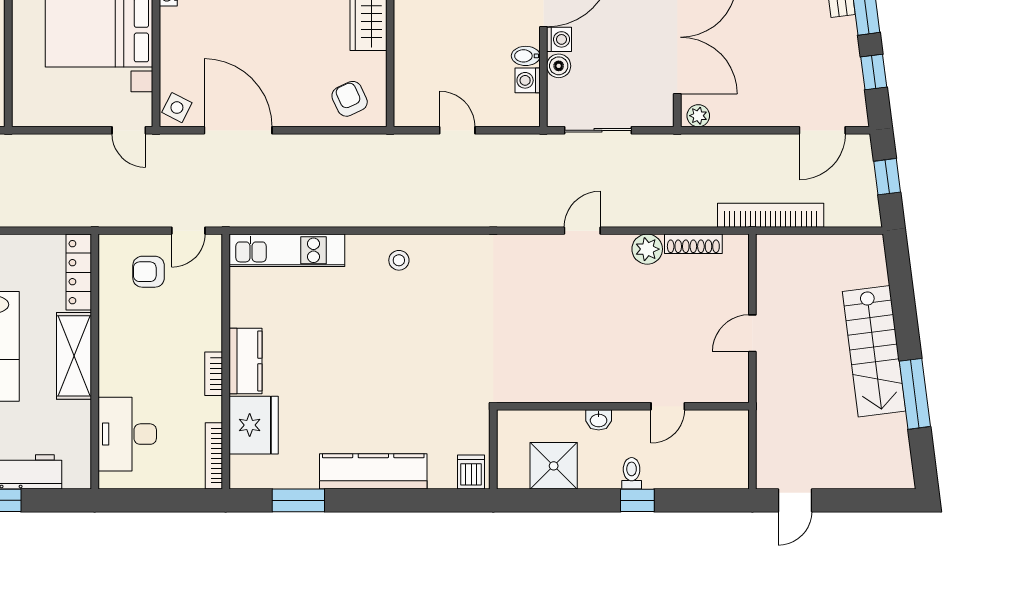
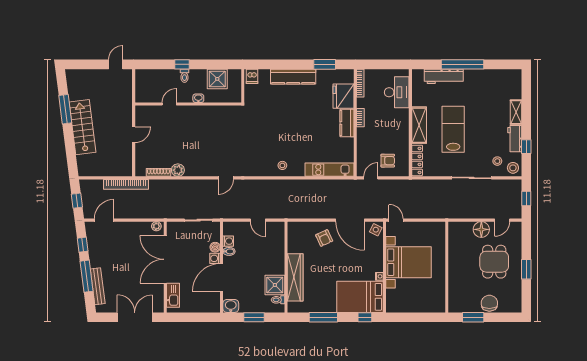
armchair: (350, 99) -> (324, 238), moved
door: (582, 231) -> (226, 178), moved

